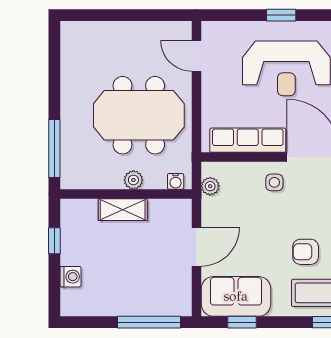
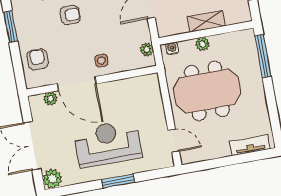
window: (281, 15) -> (118, 181), width x1.50
tv unit: (94, 31) -> (250, 145), added
row of seats: (248, 140) -> (126, 87), removed

